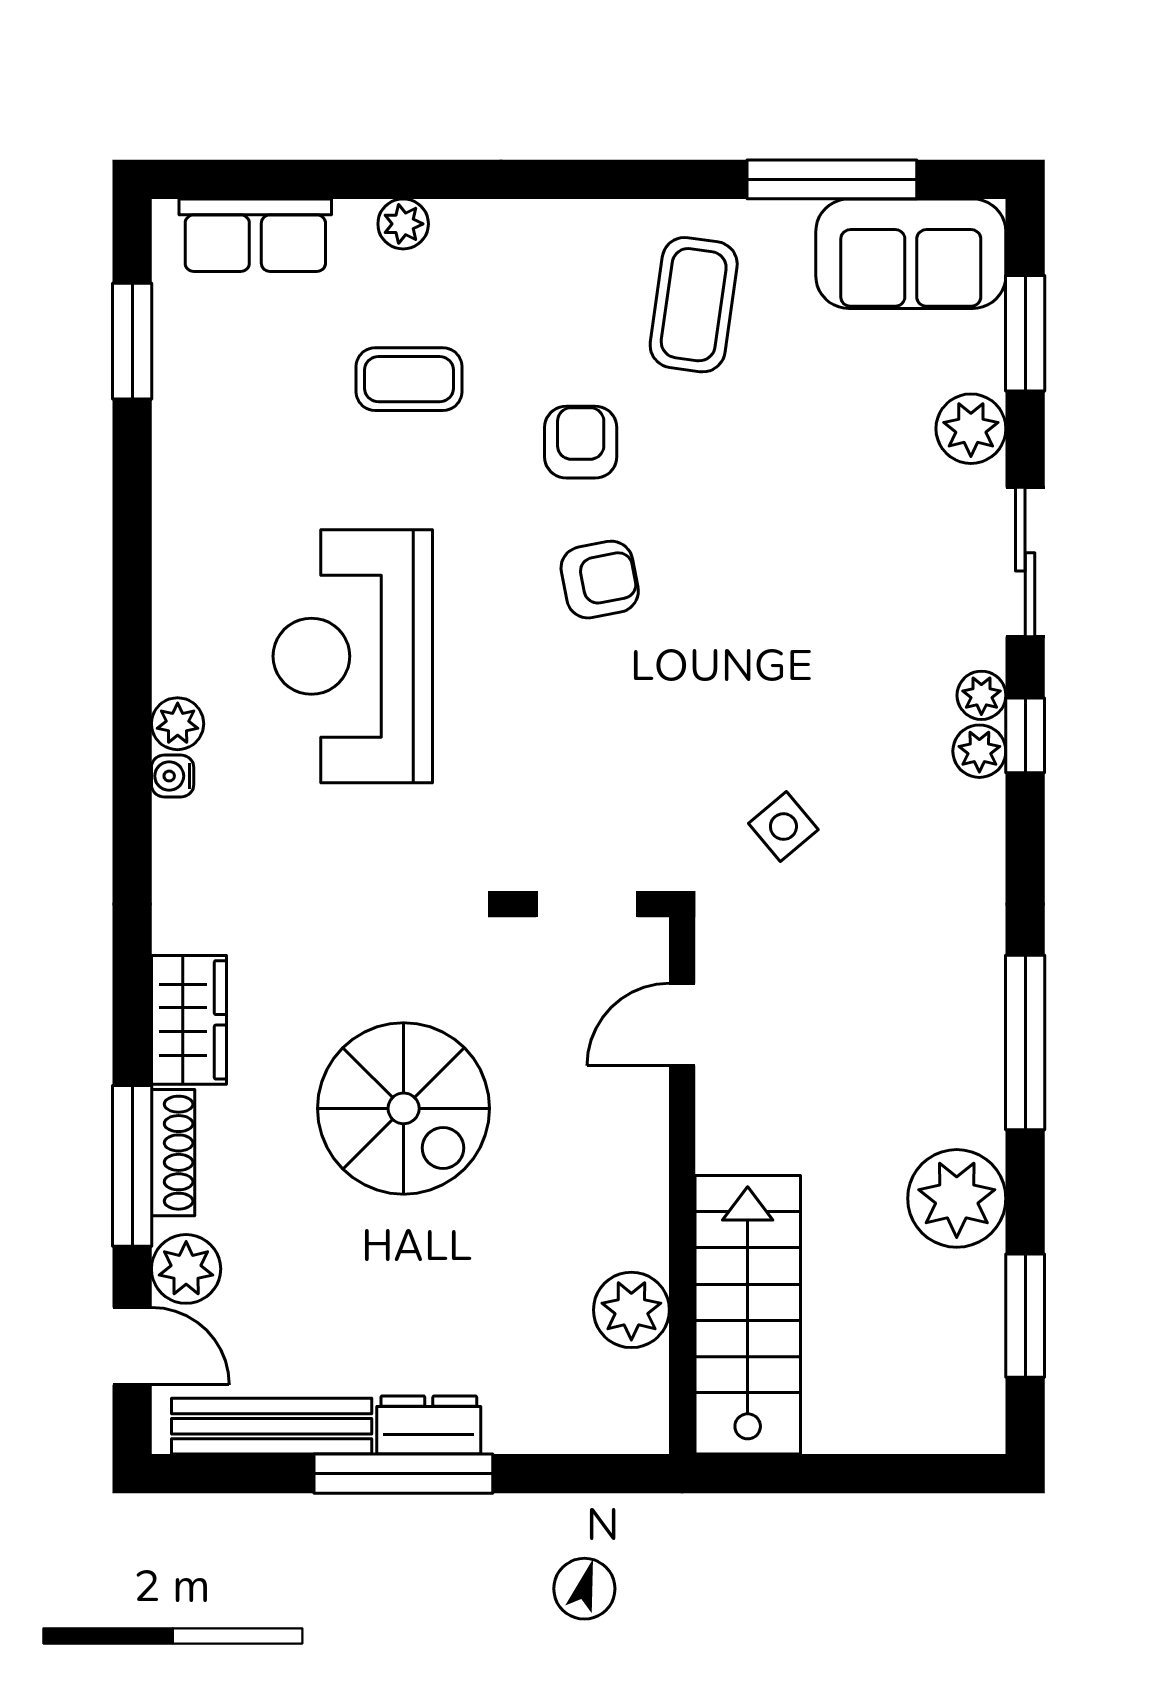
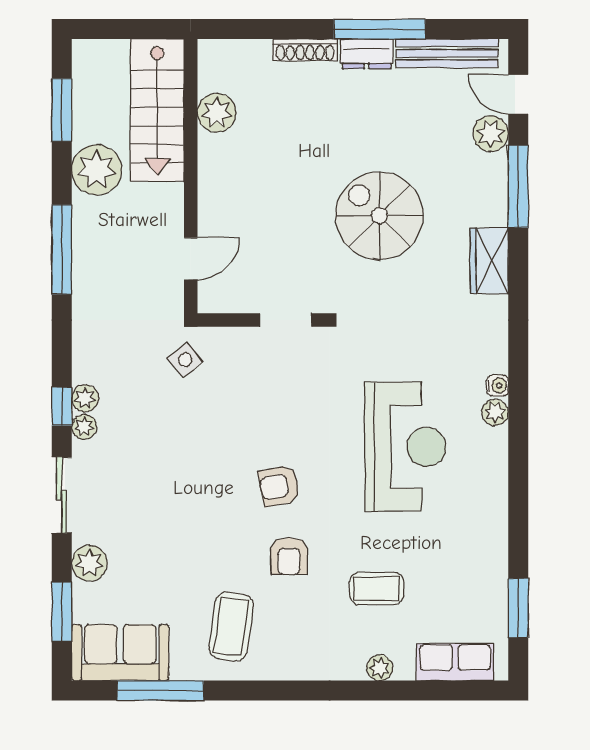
door: (682, 1024) -> (191, 259), moved
shoe rack: (173, 1153) -> (305, 50), moved, turned -90
wall: (682, 1186) -> (191, 176), moved
plant: (631, 1310) -> (217, 113), moved
stairs: (748, 1315) -> (157, 110), moved

